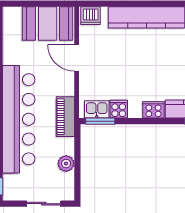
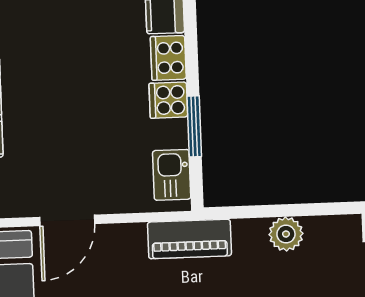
cooker: (119, 109) -> (168, 100), moved
window: (100, 121) -> (194, 126), moved

